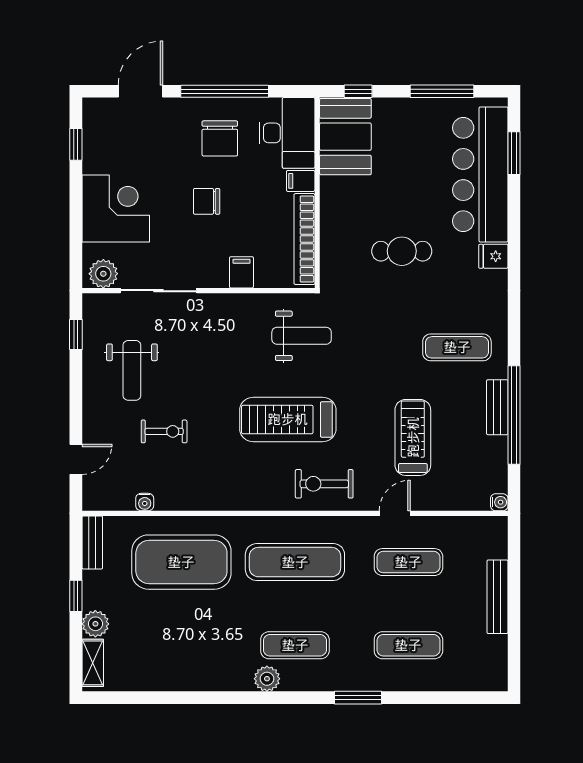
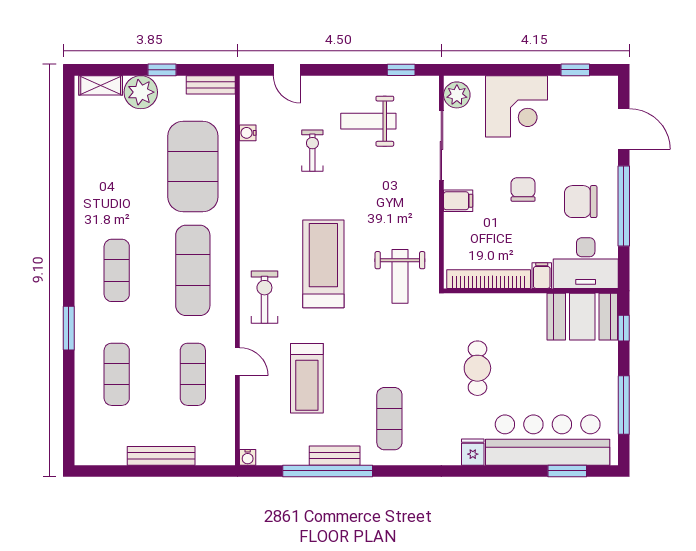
filing cabinet: (241, 272) -> (458, 201), moved
exercise bike: (164, 431) -> (312, 151), turned 180
treadmill: (413, 437) -> (307, 378), turned 90
plant: (95, 624) -> (141, 92), width x1.36, depth x1.36
plant: (267, 679) -> (86, 245), removed

